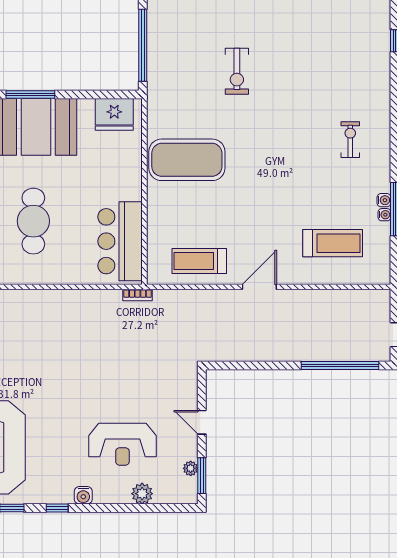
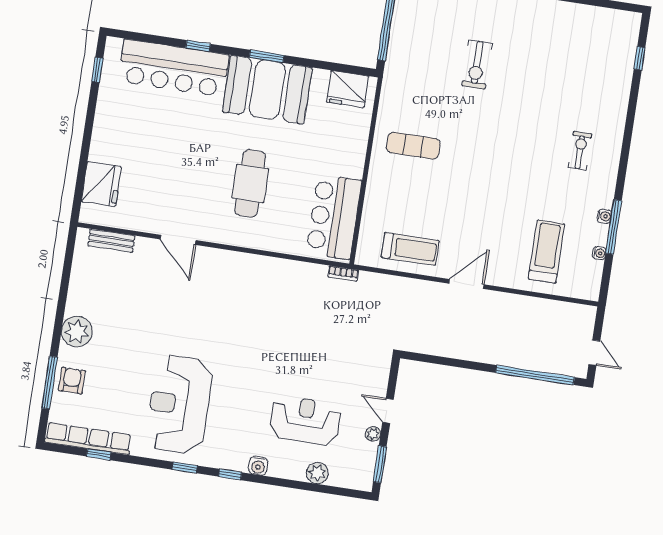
window: (30, 95) -> (267, 56), width x0.69
exercise mat: (187, 160) -> (413, 146), width x0.50, depth x0.69
water cooler: (384, 215) -> (599, 253), moved
treadmill: (333, 243) -> (547, 251), turned -90
treadmill: (199, 261) -> (410, 249), turned 180
reception desk: (122, 444) -> (305, 421), turned 180
plant: (191, 468) -> (373, 434), moved

